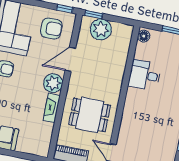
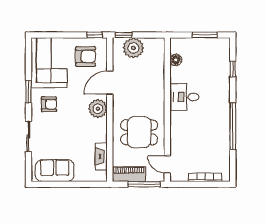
floor lamp: (144, 36) -> (176, 60), moved
desk: (145, 75) -> (184, 97), moved
fireplace: (52, 108) -> (101, 157), moved

